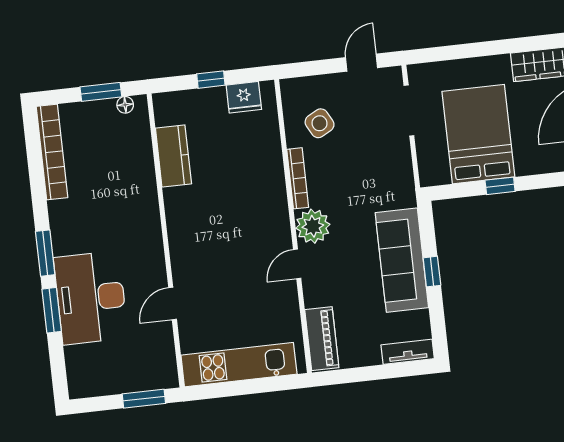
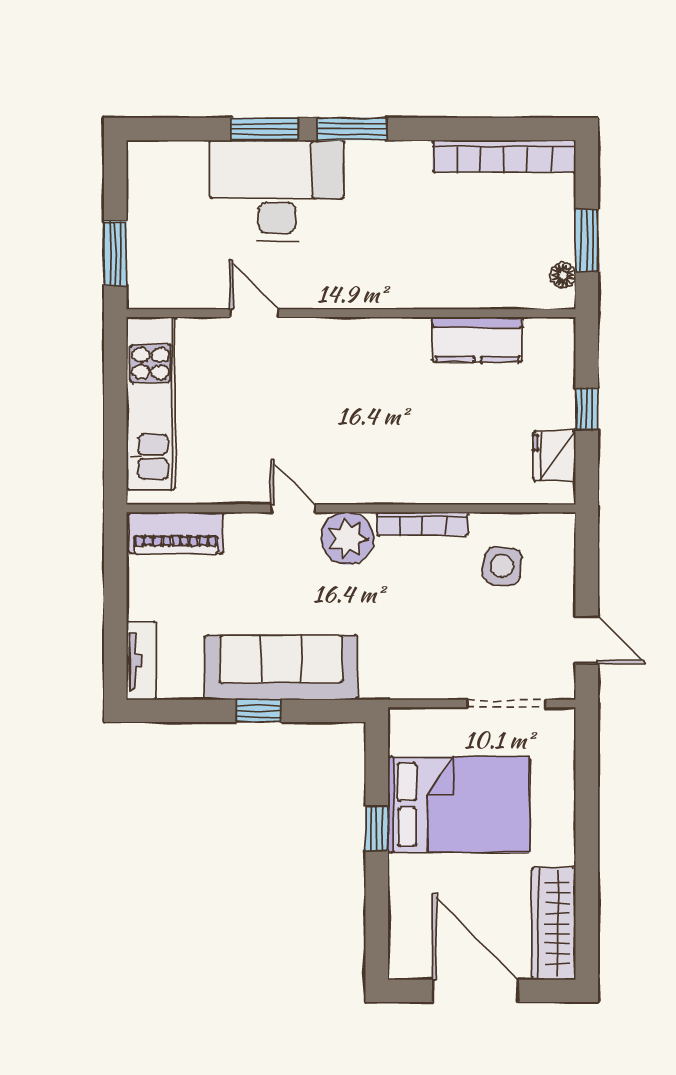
side table: (320, 123) -> (502, 566), turned 34

